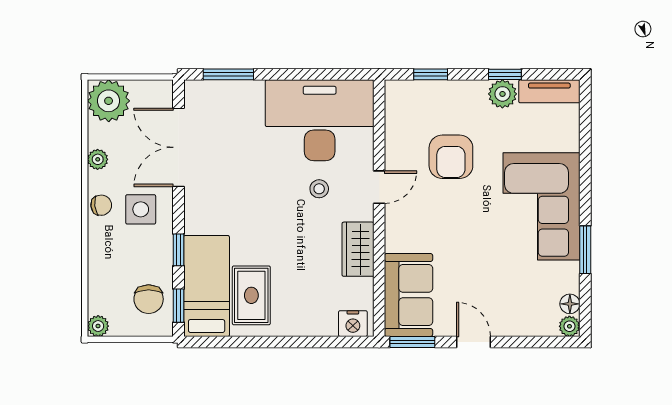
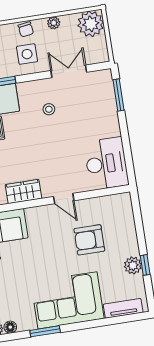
window: (431, 74) -> (138, 219), removed
tv unit: (549, 91) -> (123, 308), moved, turned 90
desk: (320, 120) -> (106, 164), width x0.73, depth x0.77
double door: (178, 147) -> (69, 71), width x0.73
stool: (319, 189) -> (49, 109), moved

